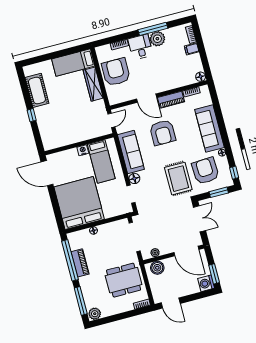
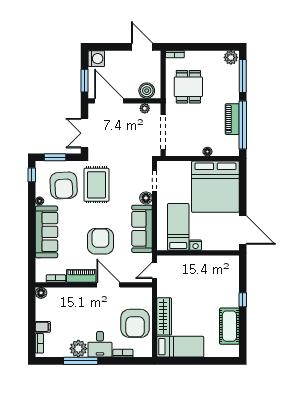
window: (214, 274) -> (85, 81), moved
dining table: (124, 280) -> (188, 87), width x0.73

